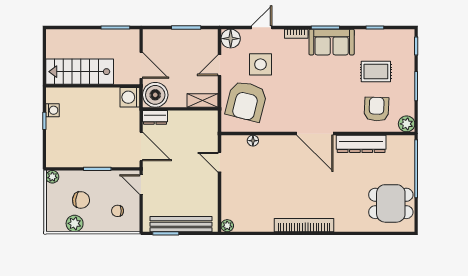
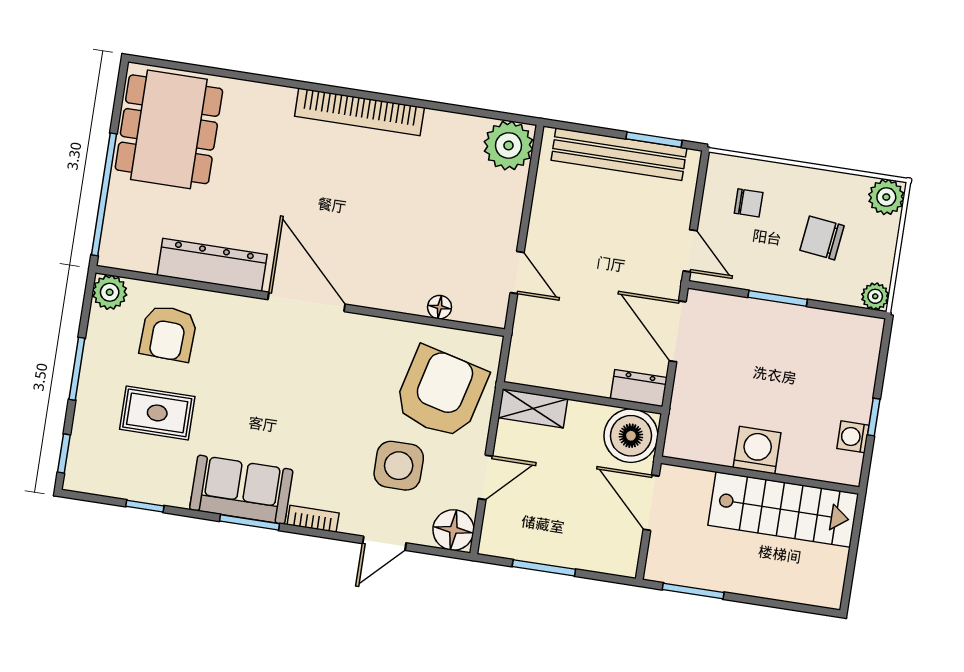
washing machine: (130, 97) -> (757, 450), moved, turned -90
dining table: (391, 203) -> (169, 129), width x1.38
plant: (75, 223) -> (886, 197), moved
plant: (227, 226) -> (508, 145), width x1.88, depth x1.88

